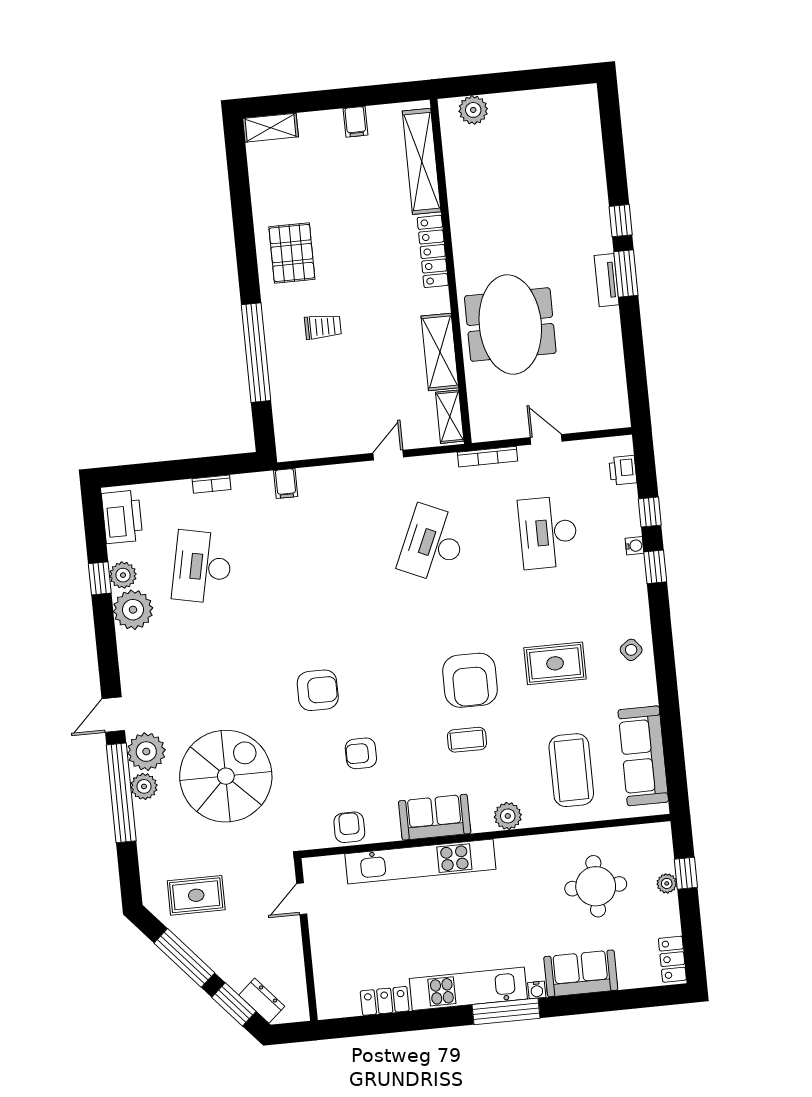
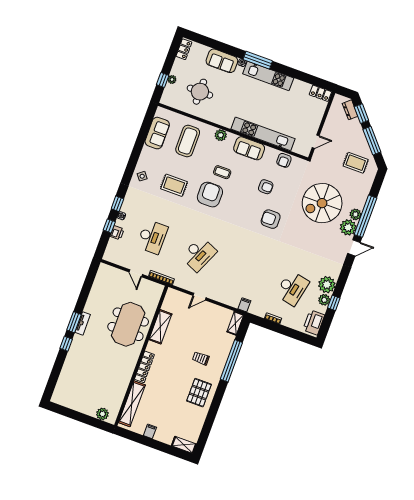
shelving: (450, 417) -> (235, 323), moved
printer: (623, 470) -> (117, 233), moved
sofa: (643, 756) -> (157, 133), width x0.73
locker: (385, 1001) -> (320, 93), moved

